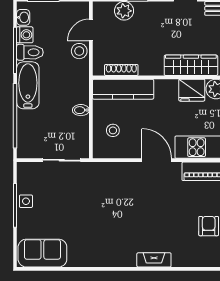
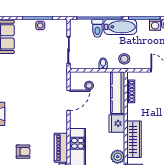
stool: (79, 51) -> (124, 59), moved
toilet: (30, 52) -> (97, 28), moved
fridge: (192, 90) -> (117, 123), moved
door: (157, 160) -> (69, 100), moved

